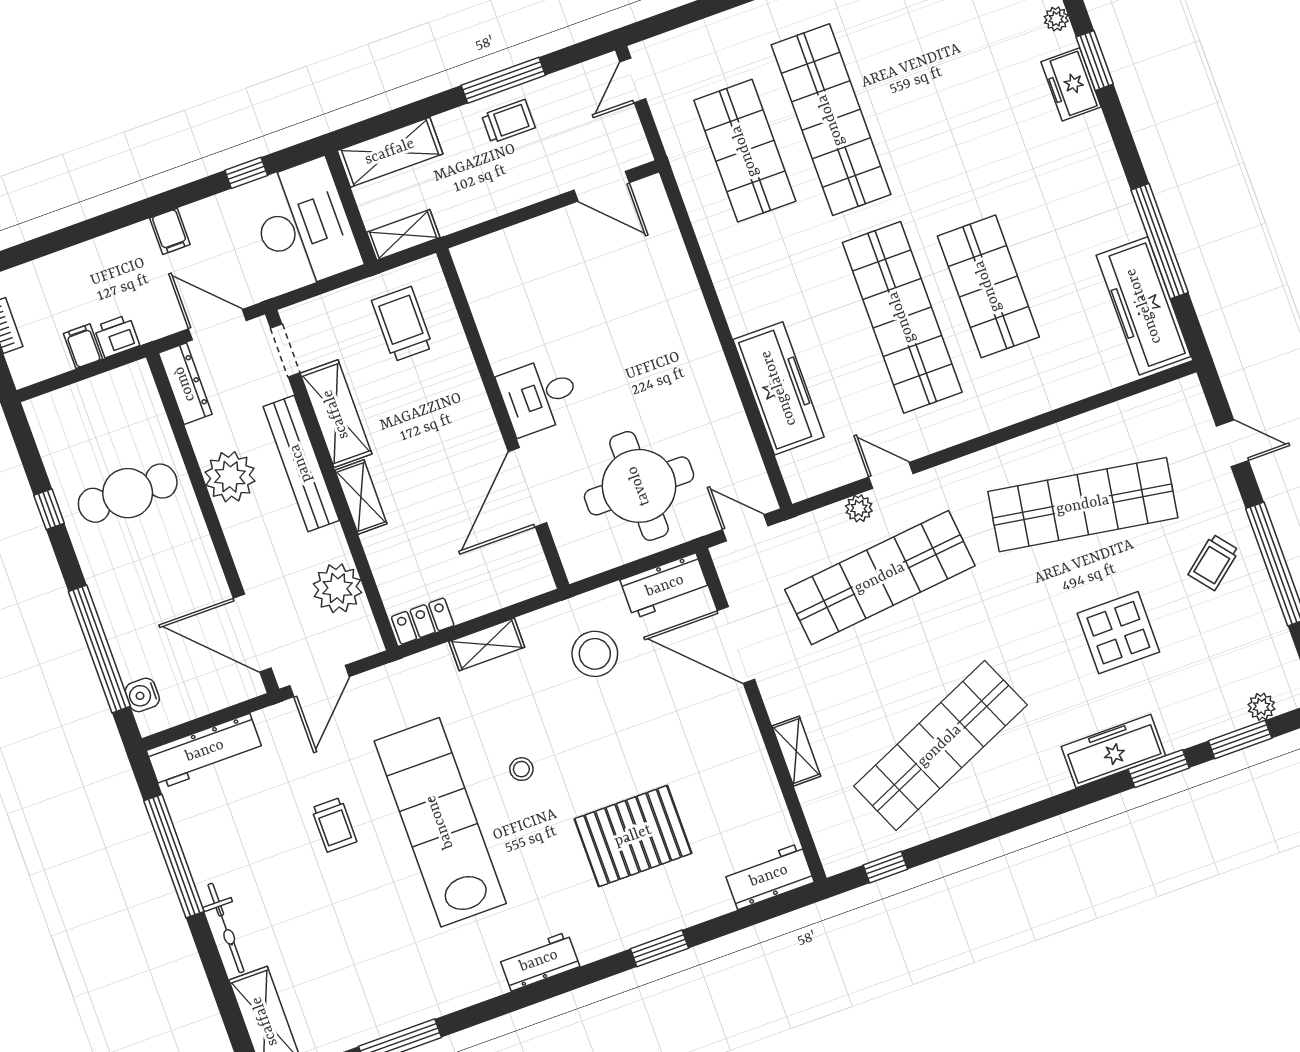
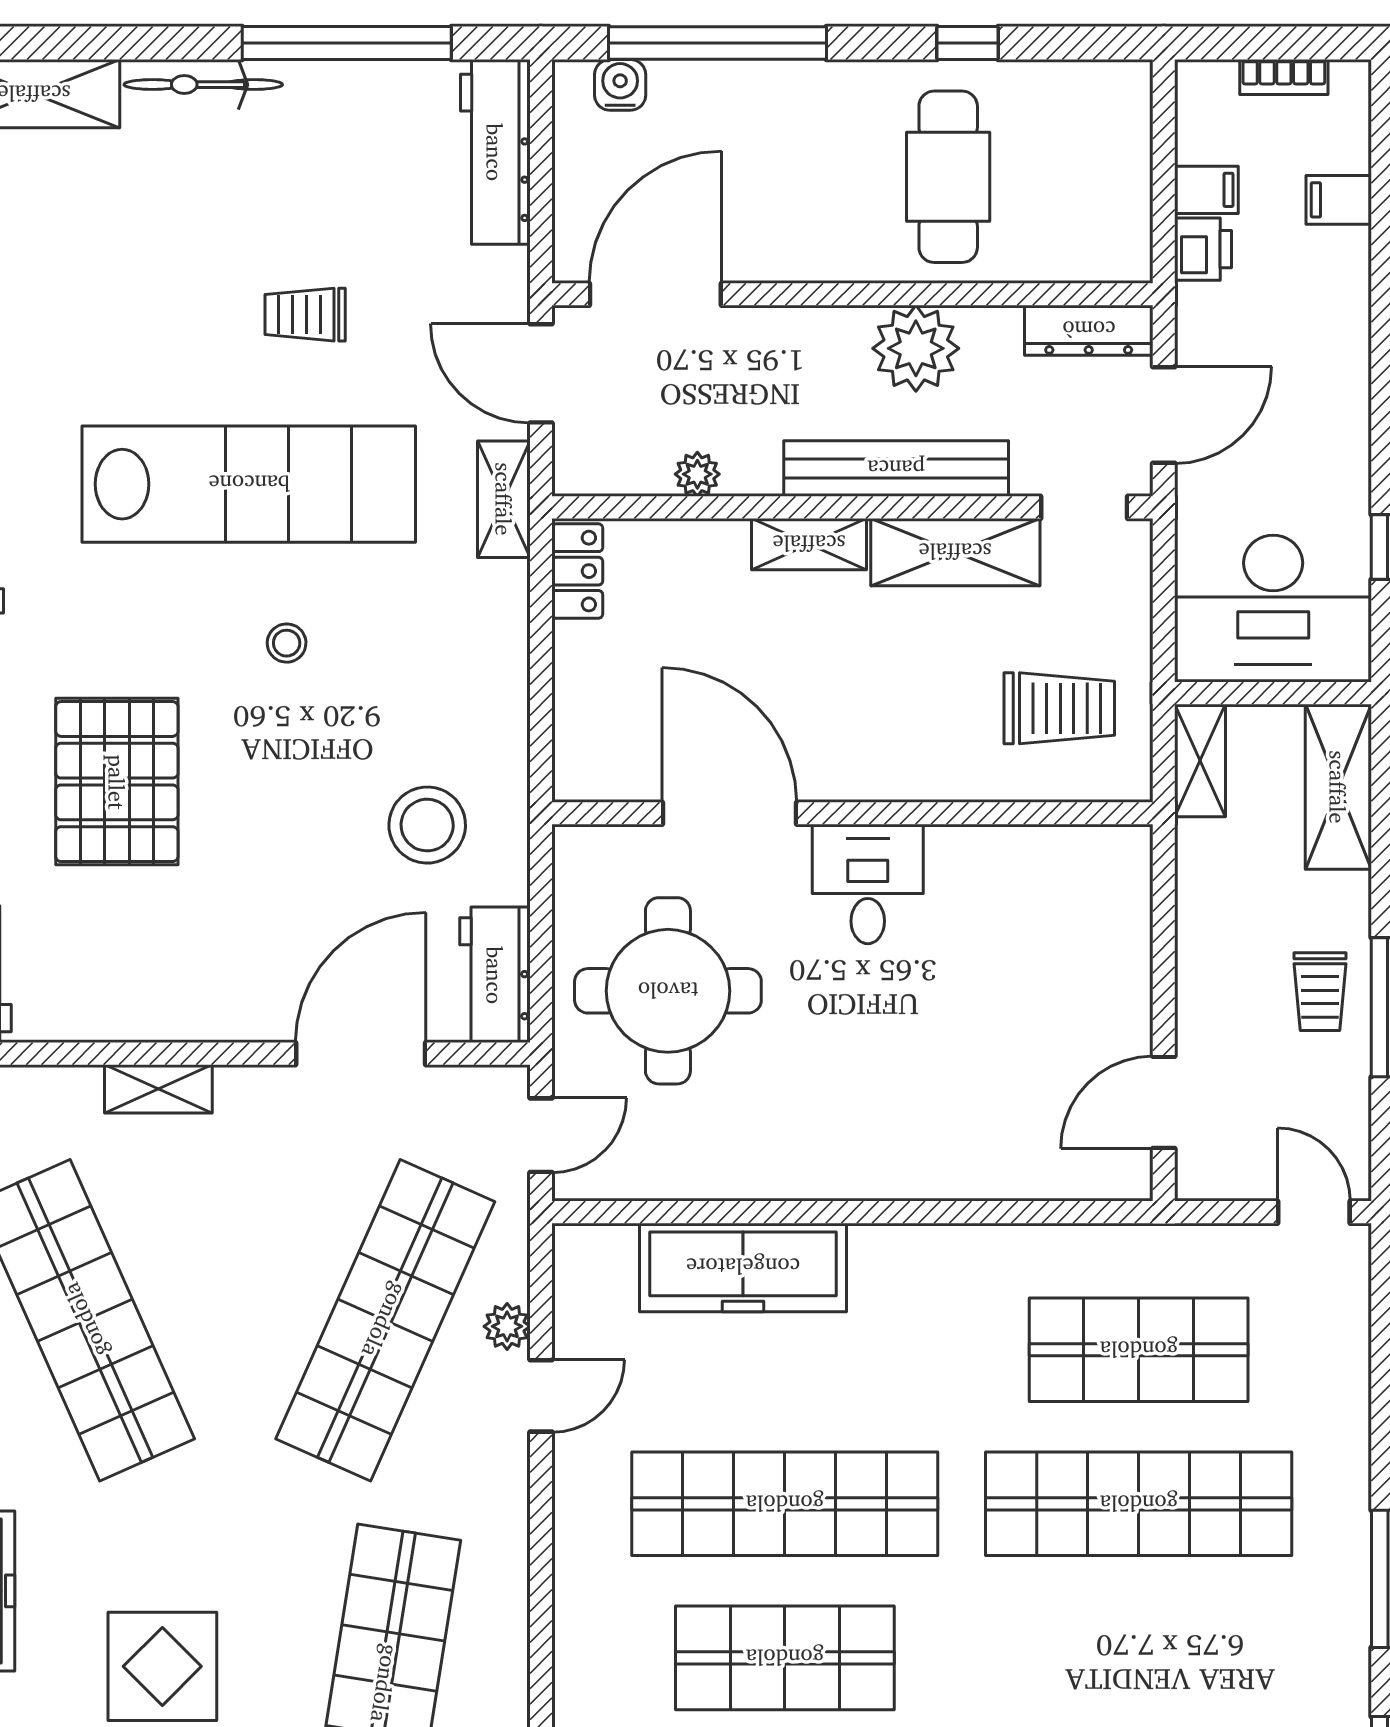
filing cabinet: (170, 231) -> (1339, 200), moved
shop shelf: (880, 578) -> (385, 1320), turned 30
plant: (337, 588) -> (697, 474), width x0.53, depth x0.53
shelving: (487, 644) -> (504, 499), moved

